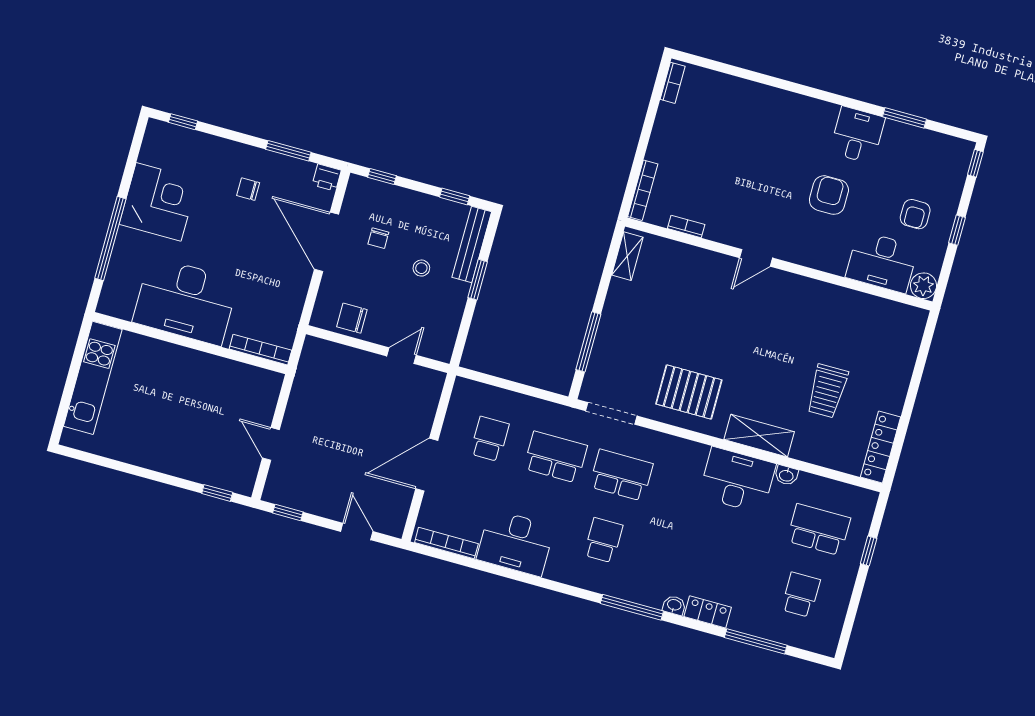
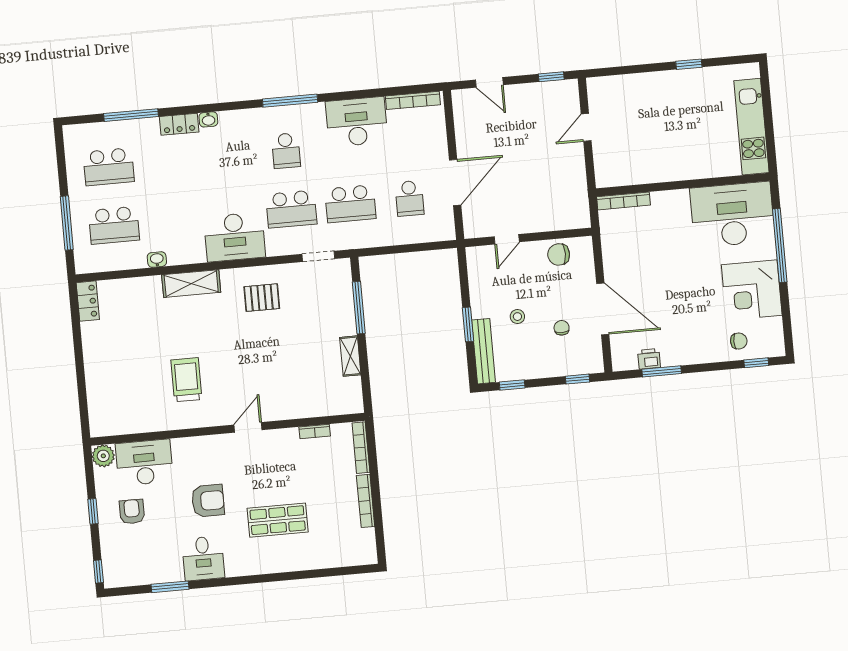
bookcase: (673, 83) -> (366, 501), moved, width x1.56
shop shelf: (762, 146) -> (278, 520), added
printer: (327, 178) -> (649, 359), moved
chair: (248, 189) -> (739, 341), moved
armchair: (829, 195) -> (208, 501), turned -90
shelving: (627, 256) -> (350, 356), moved
desk: (186, 301) -> (732, 215), moved
chair: (352, 318) -> (559, 254), turned 180
trolley: (827, 391) -> (186, 380), moved
pallet: (689, 392) -> (262, 298), width x0.67, depth x0.71
doorway: (611, 413) -> (318, 256), width x0.73
door: (271, 444) -> (586, 127), swing flipped
locker: (881, 447) -> (88, 301), width x0.66
door: (427, 465) -> (455, 183), moved
desk: (737, 480) -> (235, 237), moved
window: (217, 493) -> (689, 64), moved
window: (869, 551) -> (67, 223), width x2.17
school desk: (801, 595) -> (109, 167), width x1.85
window: (632, 607) -> (290, 101), moved

